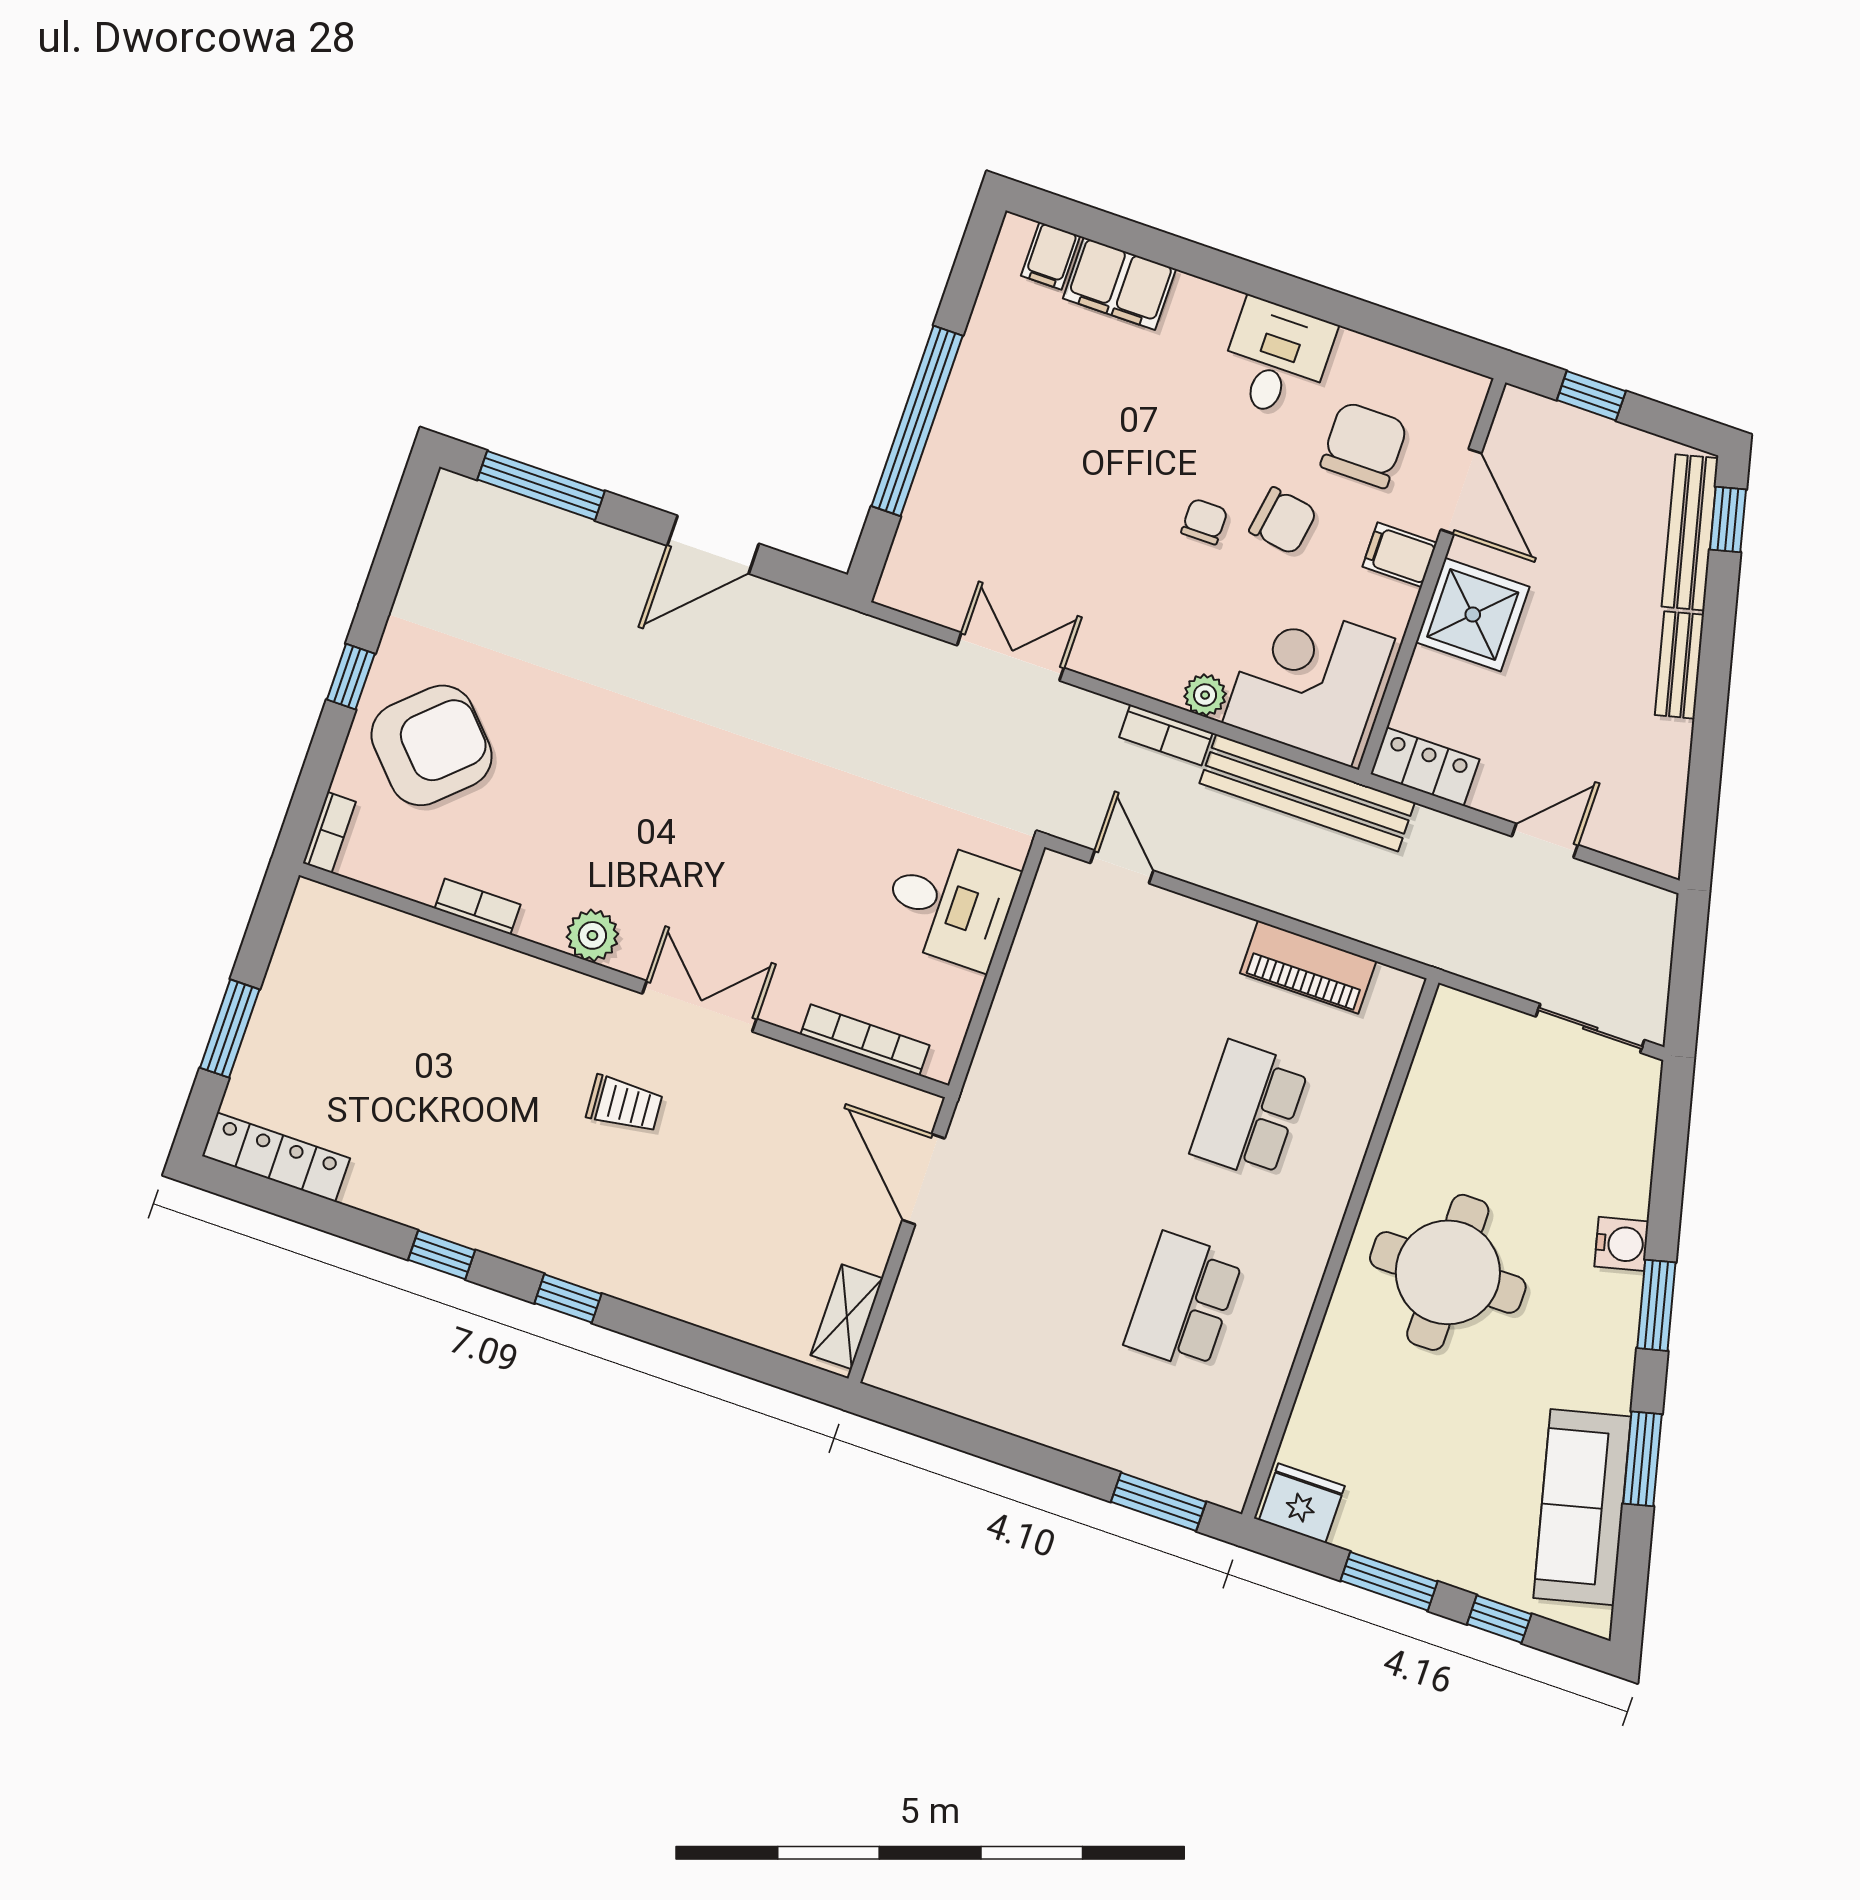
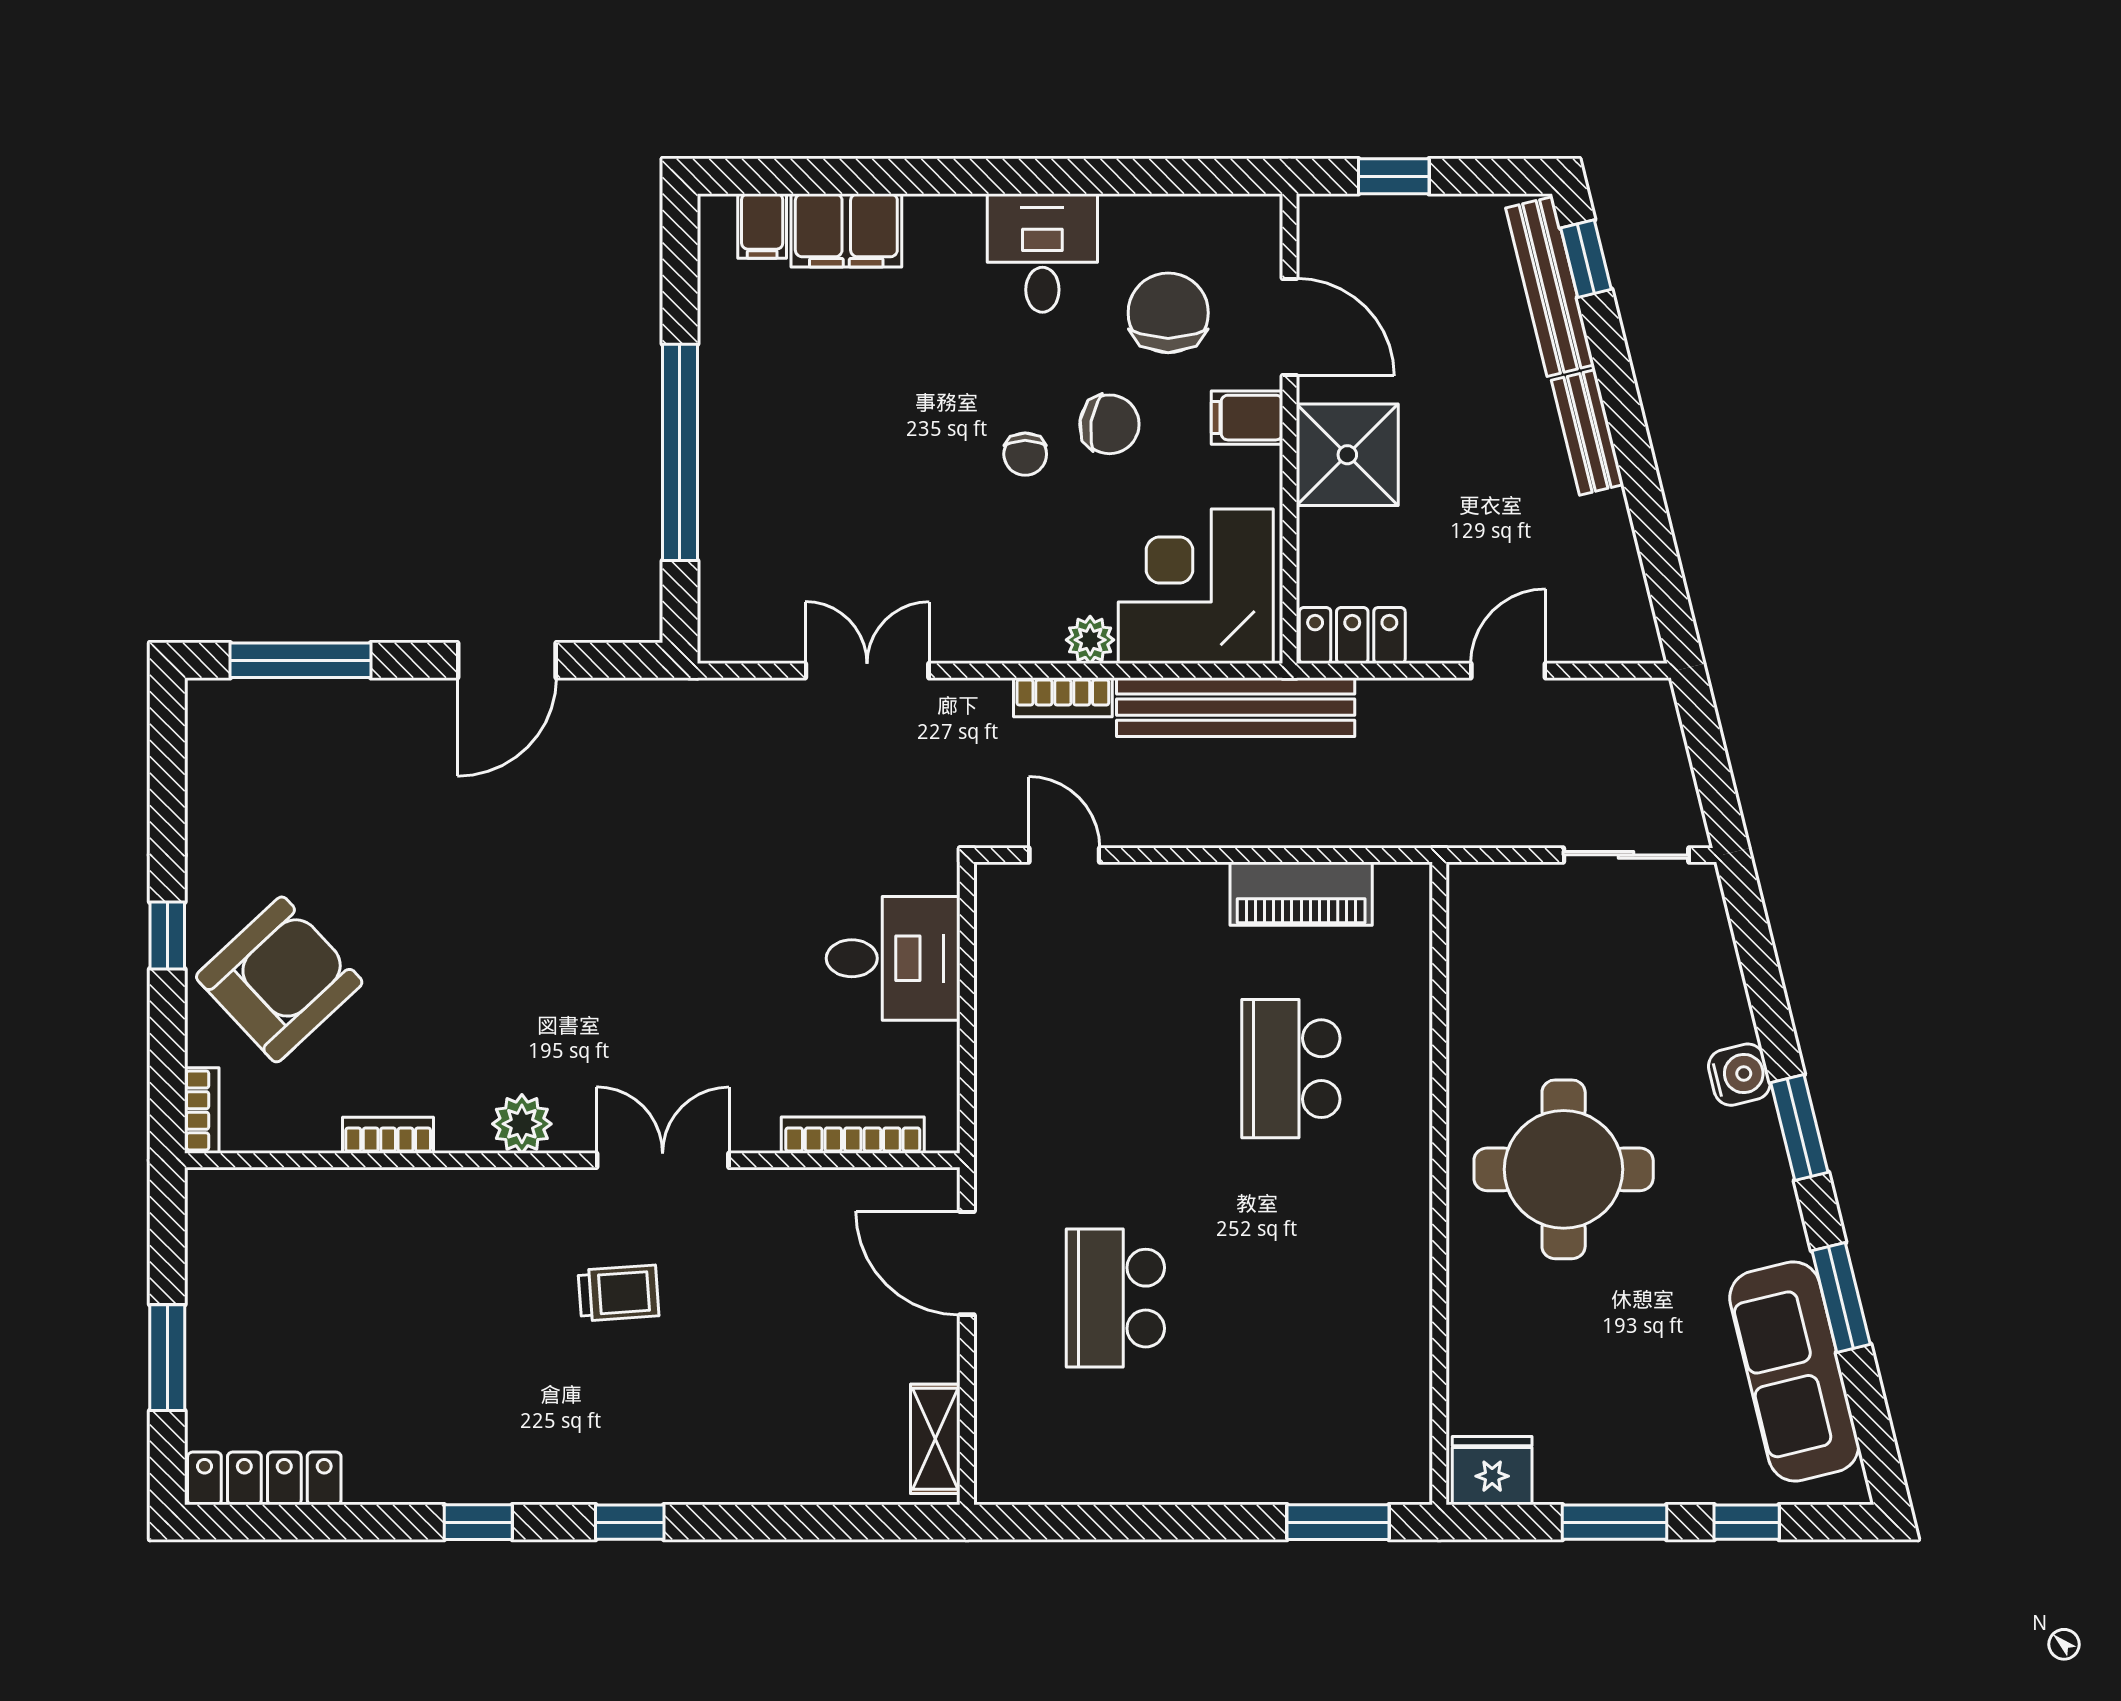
chair: (1204, 522) -> (1025, 454), turned 180
school desk: (1184, 1301) -> (1115, 1298), moved

